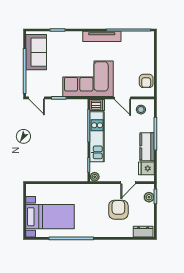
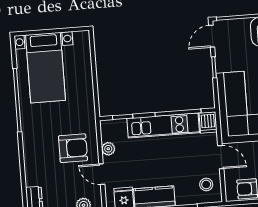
door: (122, 98) -> (221, 157), swing flipped
plant: (95, 177) -> (108, 149), moved
armchair: (118, 210) -> (73, 148), moved

